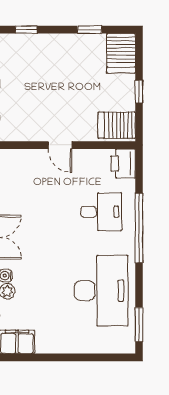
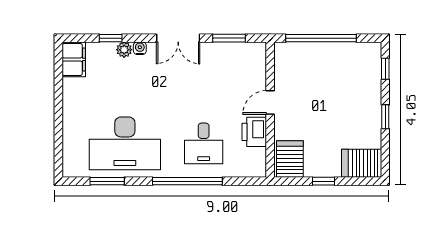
window: (90, 30) -> (385, 117), moved
printer: (123, 164) -> (254, 132), moved, turned -90
window: (139, 325) -> (107, 181), moved

